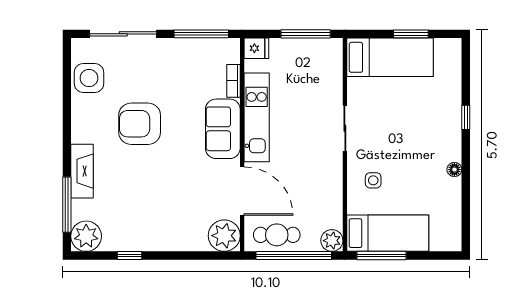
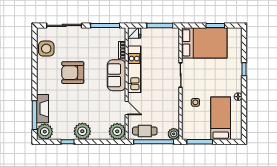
bed: (390, 57) -> (204, 43), width x1.50
fireplace: (82, 171) -> (43, 109), moved
door: (242, 191) -> (127, 108), width x0.53
bed: (388, 233) -> (221, 118), moved, turned -90
plant: (158, 235) -> (82, 131), added

